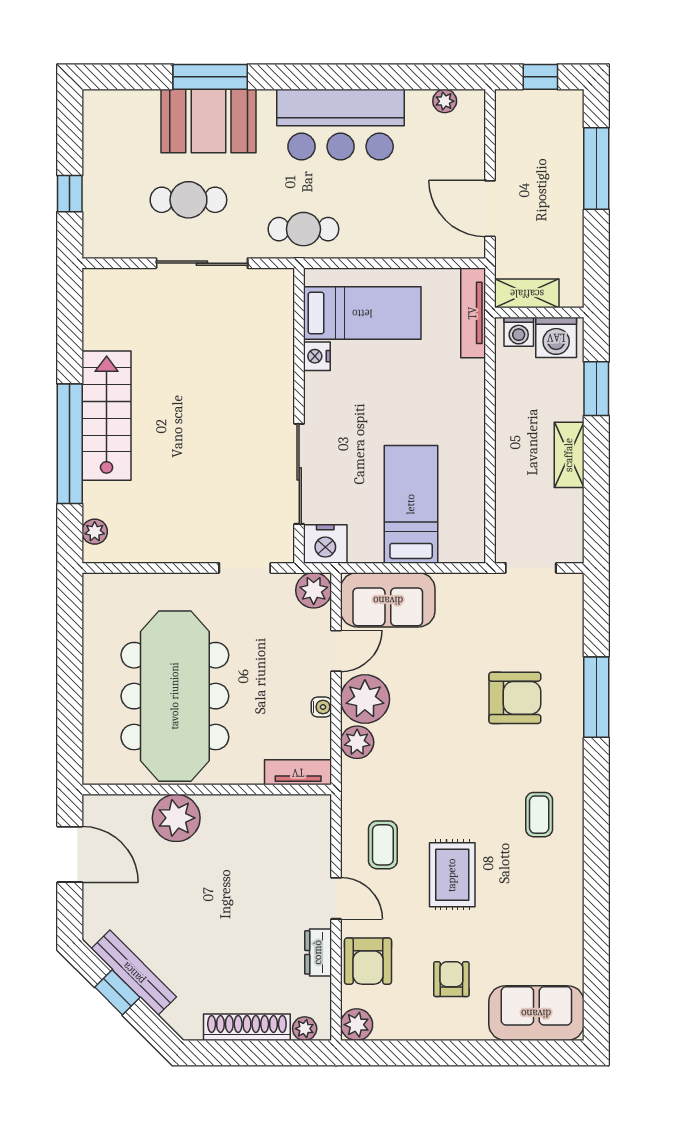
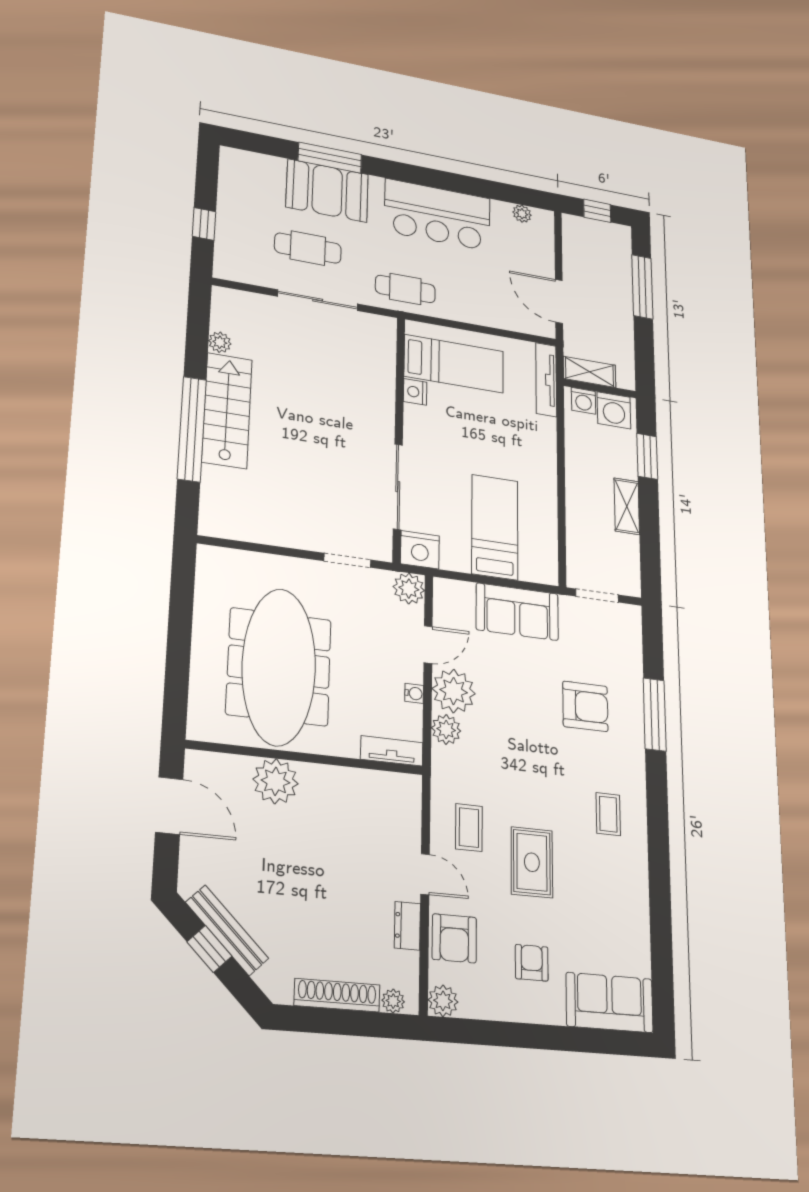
plant: (95, 532) -> (220, 342), moved
sofa: (388, 600) -> (517, 612), moved

